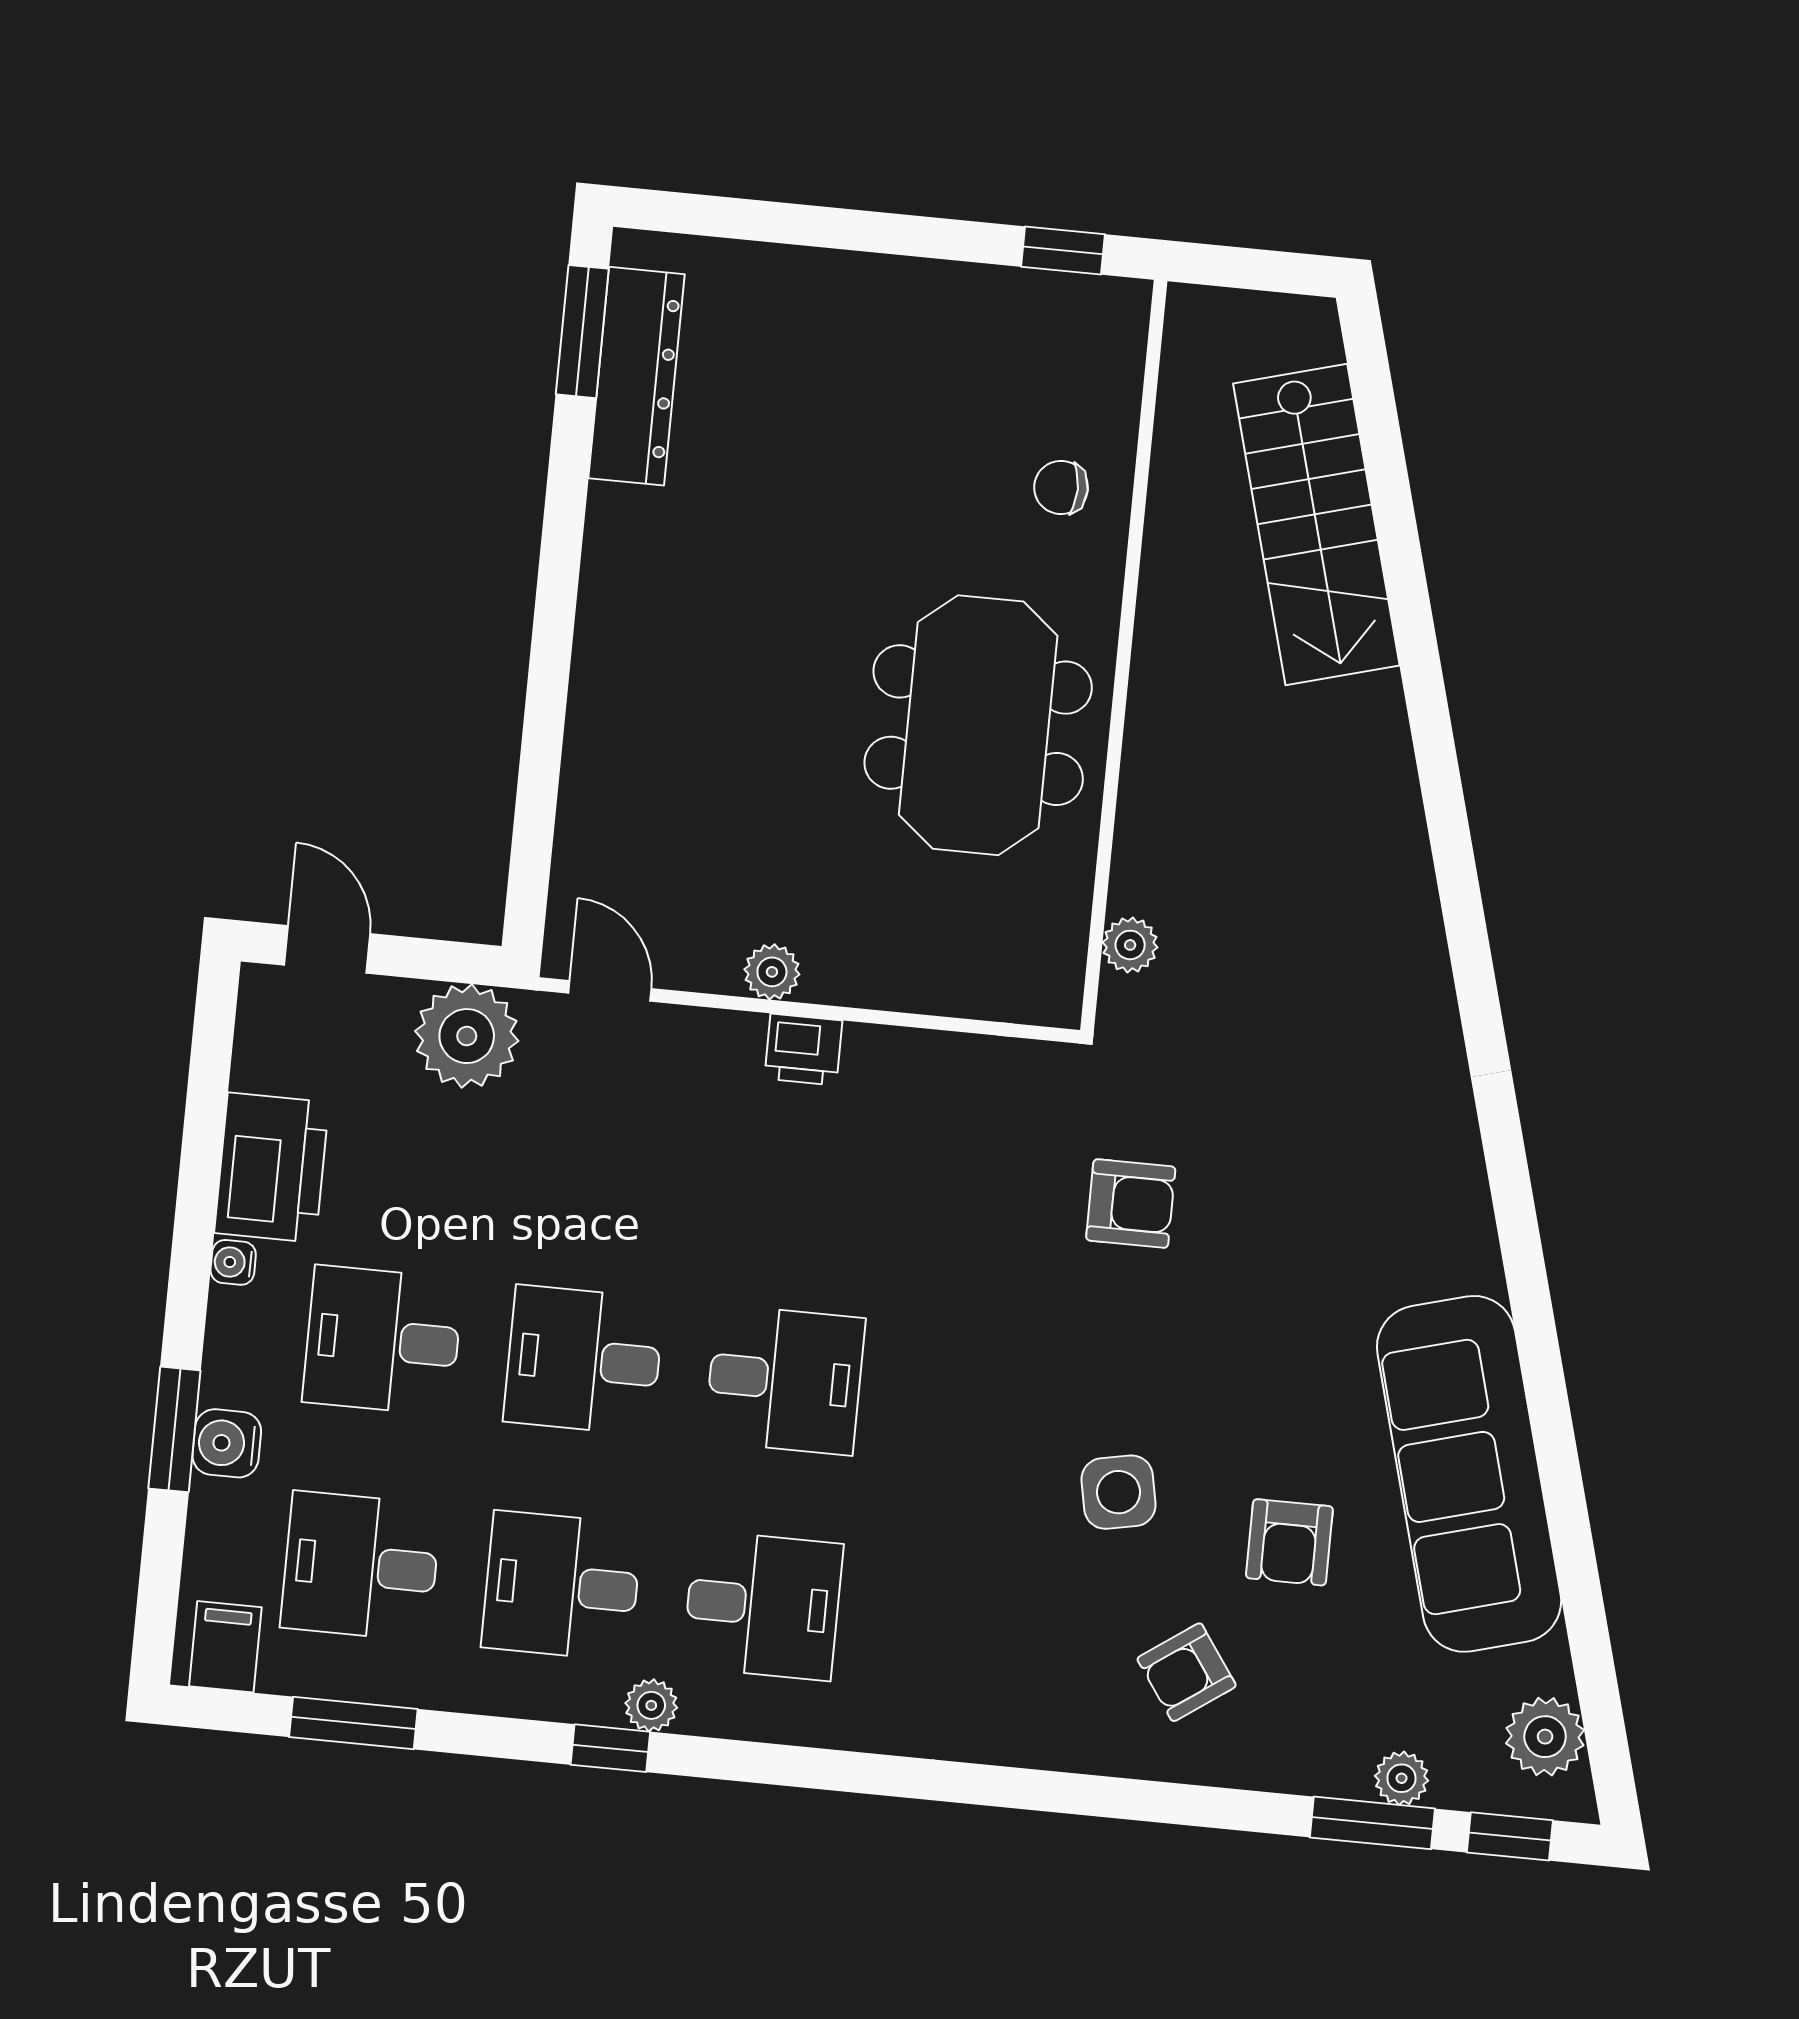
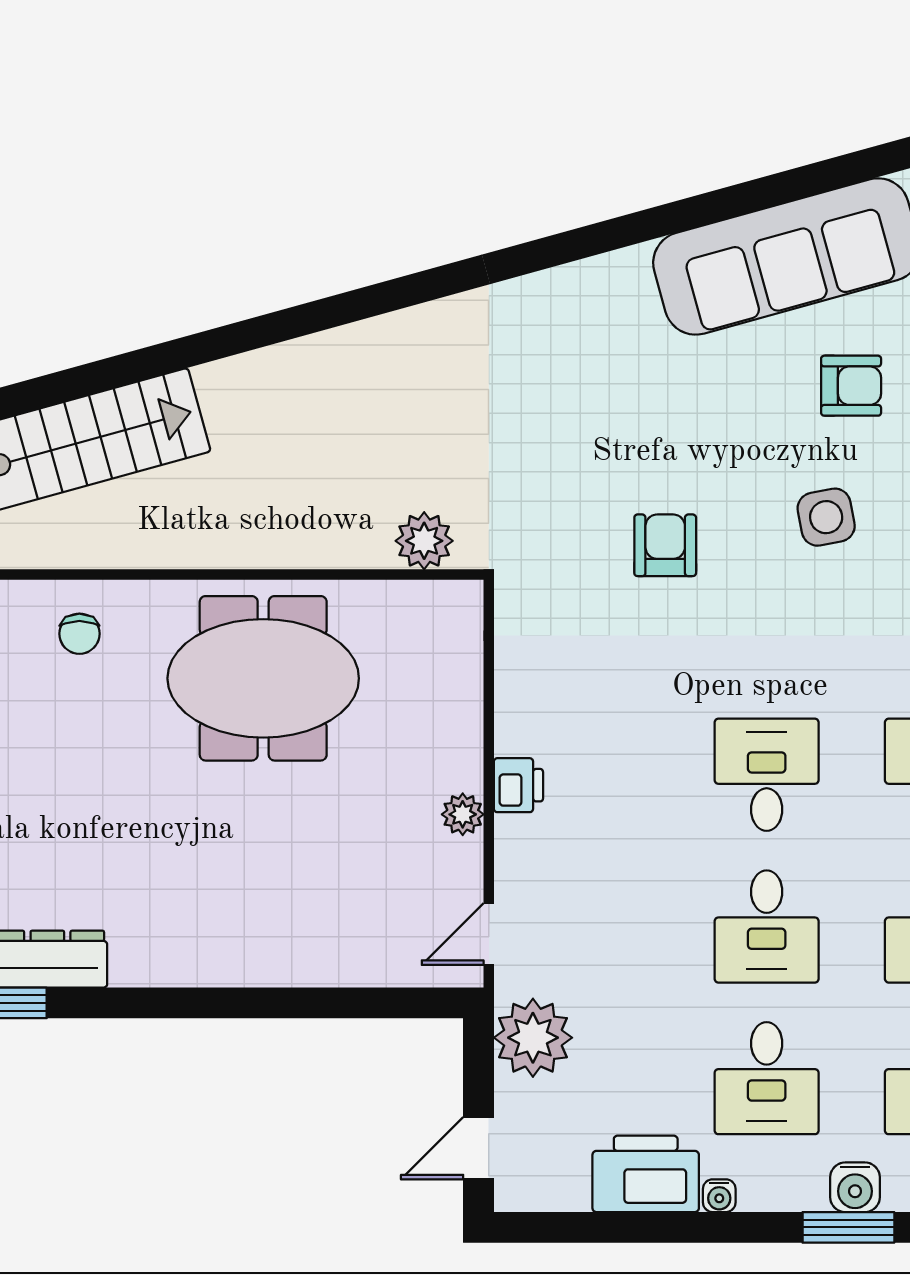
plant: (1130, 945) -> (424, 541), width x1.38, depth x1.38
armchair: (1131, 1204) -> (665, 545), moved

